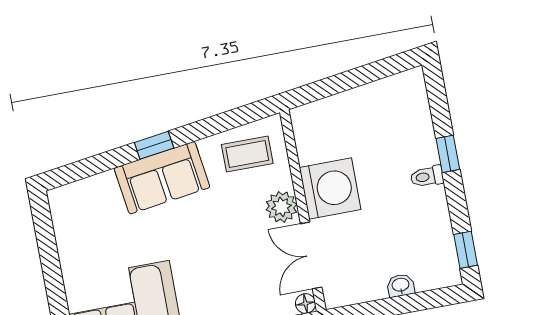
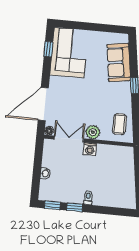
window: (448, 154) -> (75, 207), moved
sofa: (162, 178) -> (119, 62), moved
washing machine: (330, 189) -> (90, 149), width x0.53, depth x0.53

